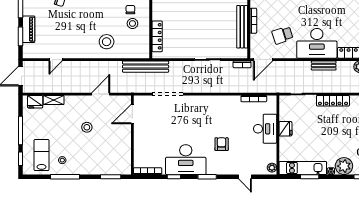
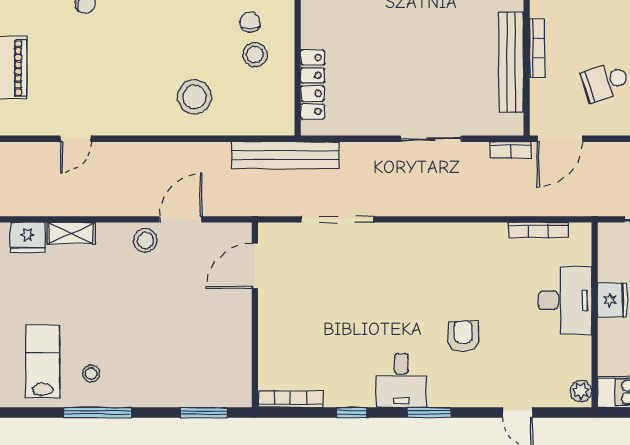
stool: (87, 127) -> (146, 240), moved
desk: (186, 160) -> (401, 380), width x0.53, depth x0.77

